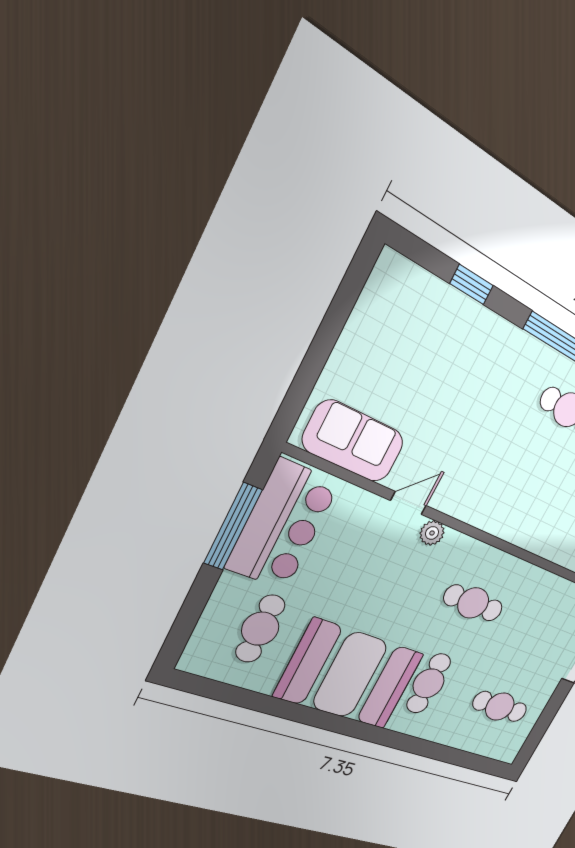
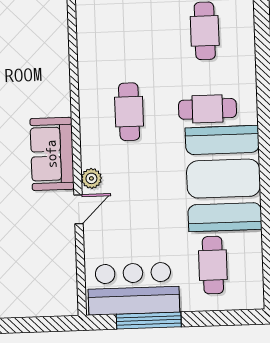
sofa: (353, 441) -> (52, 154), moved
door: (408, 503) -> (79, 209), swing flipped
cafe table: (260, 629) -> (213, 265), turned 90

